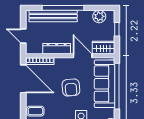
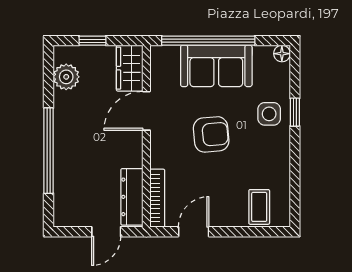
bench: (53, 16) -> (65, 171), removed
dresser: (57, 49) -> (132, 197), moved
door: (23, 79) -> (194, 232), width x0.53
sofa: (105, 84) -> (216, 66), width x0.73

